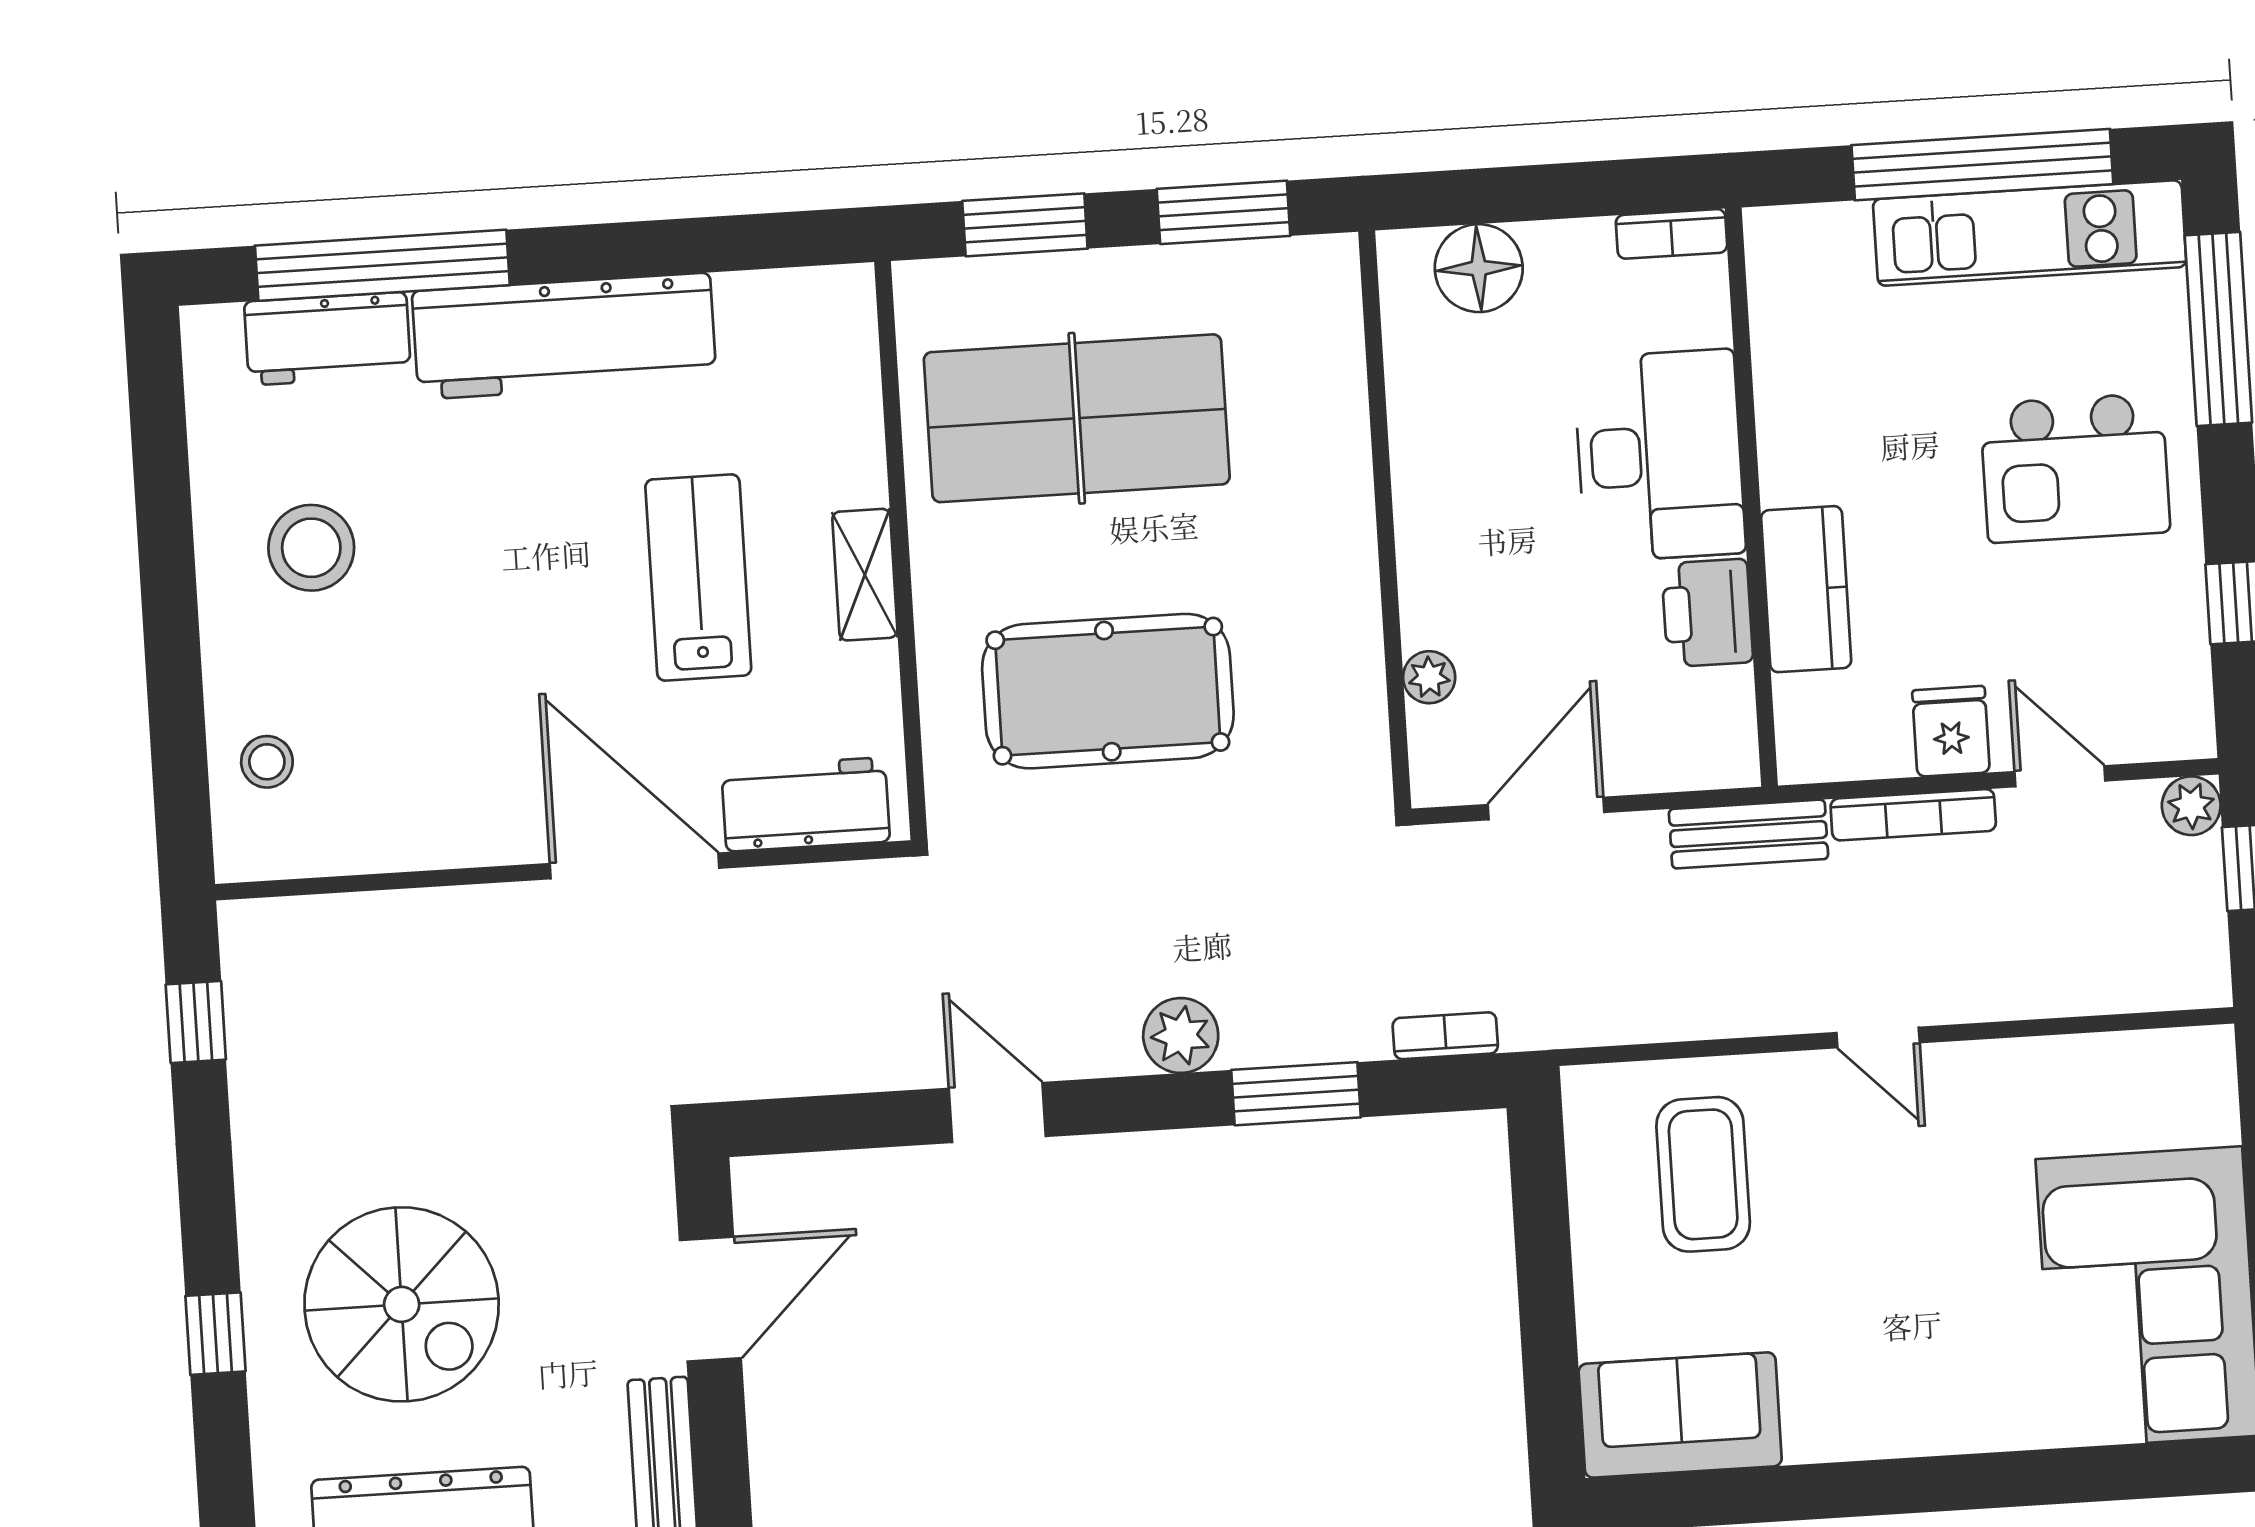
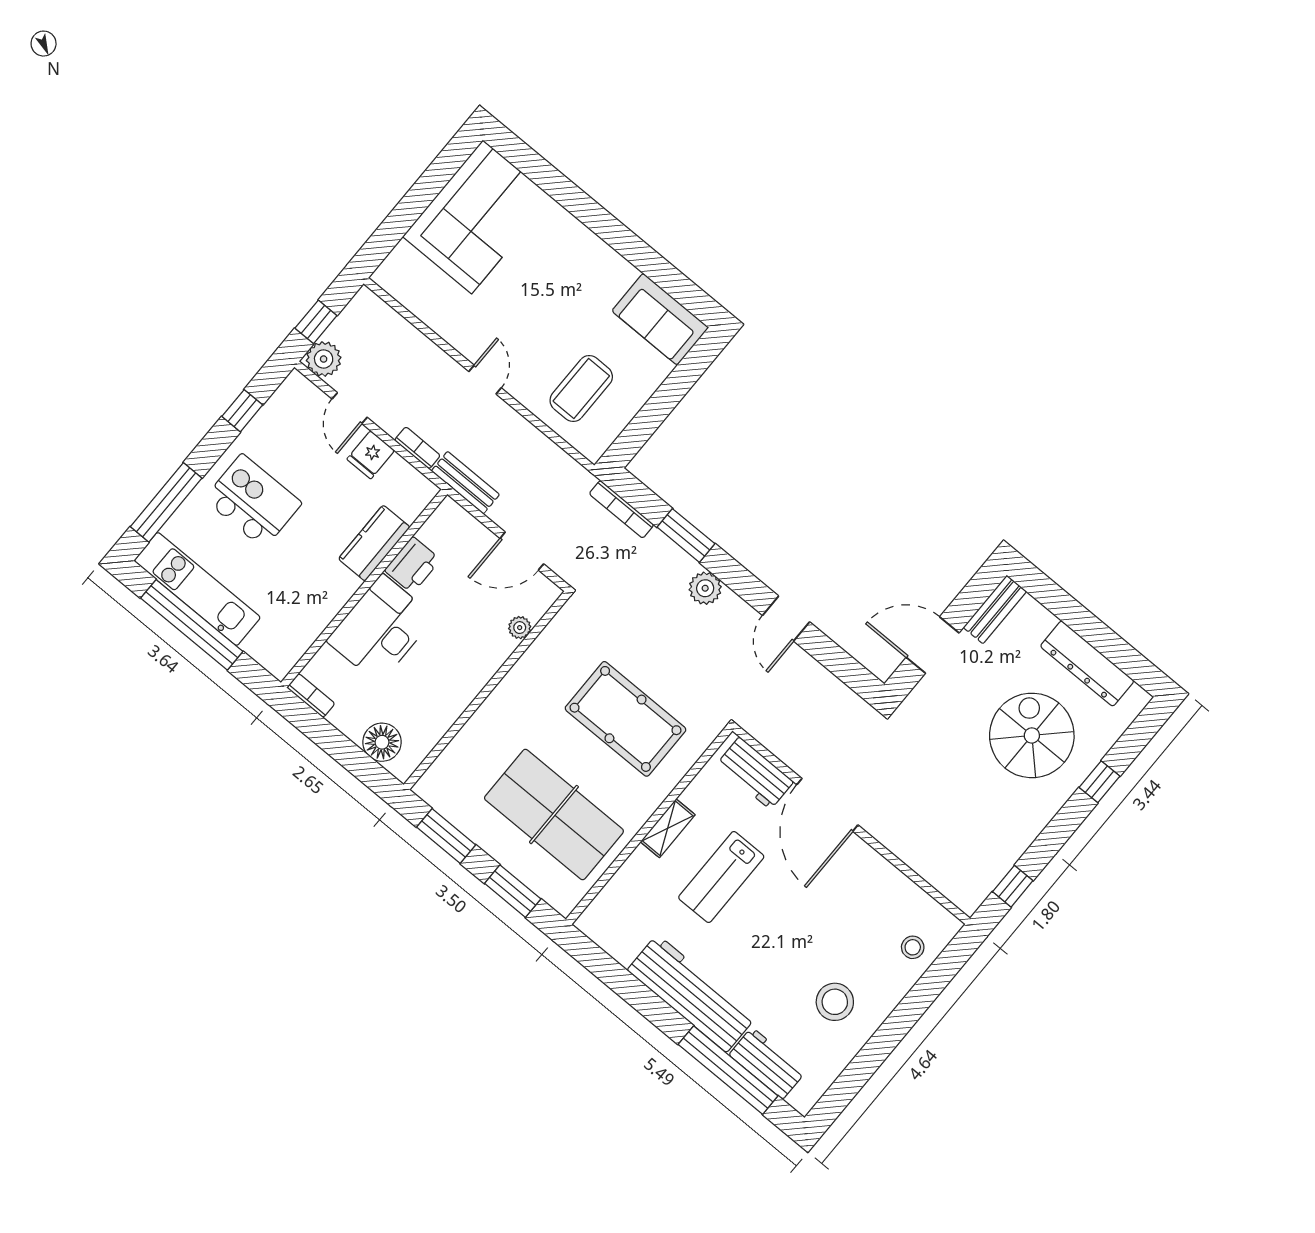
plant: (2191, 806) -> (324, 359), width x1.38, depth x1.38
bookcase: (1913, 815) -> (417, 448), width x0.64
bookcase: (1445, 1036) -> (621, 509), width x1.56

